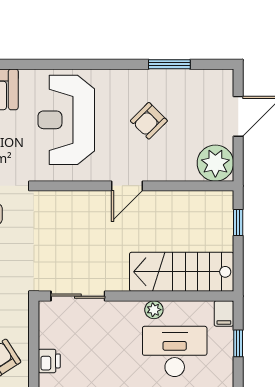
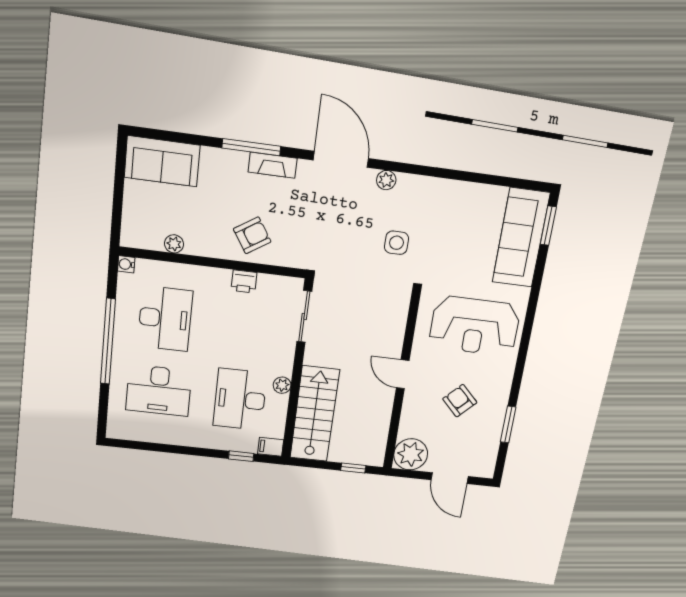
reception desk: (66, 120) -> (475, 326), turned 180
desk: (175, 351) -> (240, 399), turned 180

